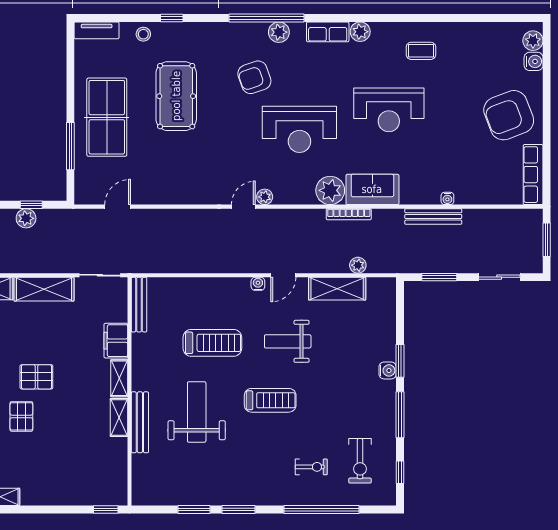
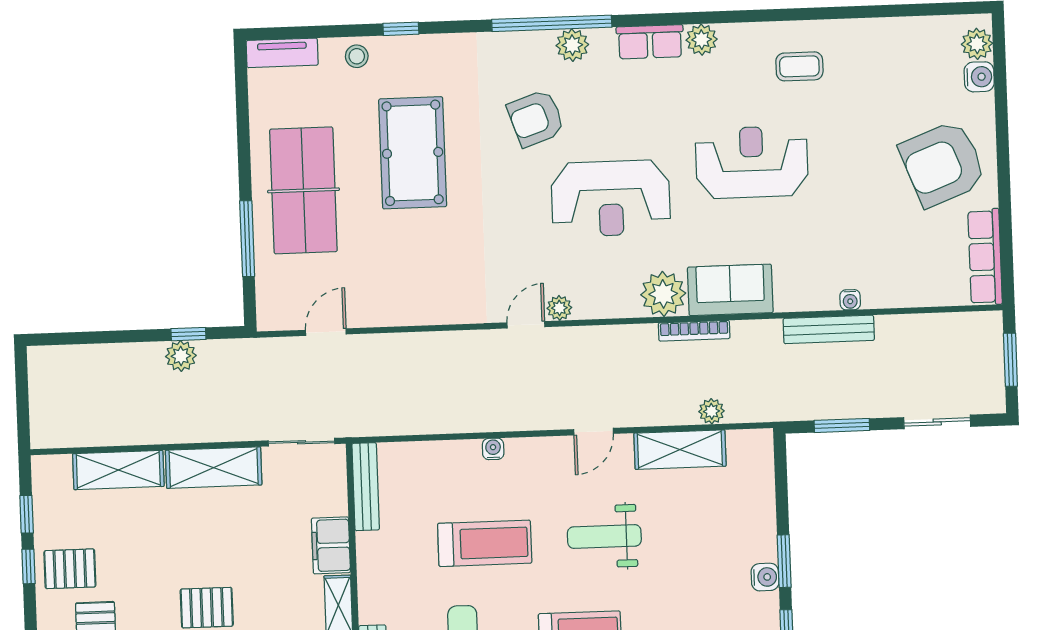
reception desk: (389, 110) -> (752, 162), turned 180
water cooler: (258, 284) -> (493, 449), moved

